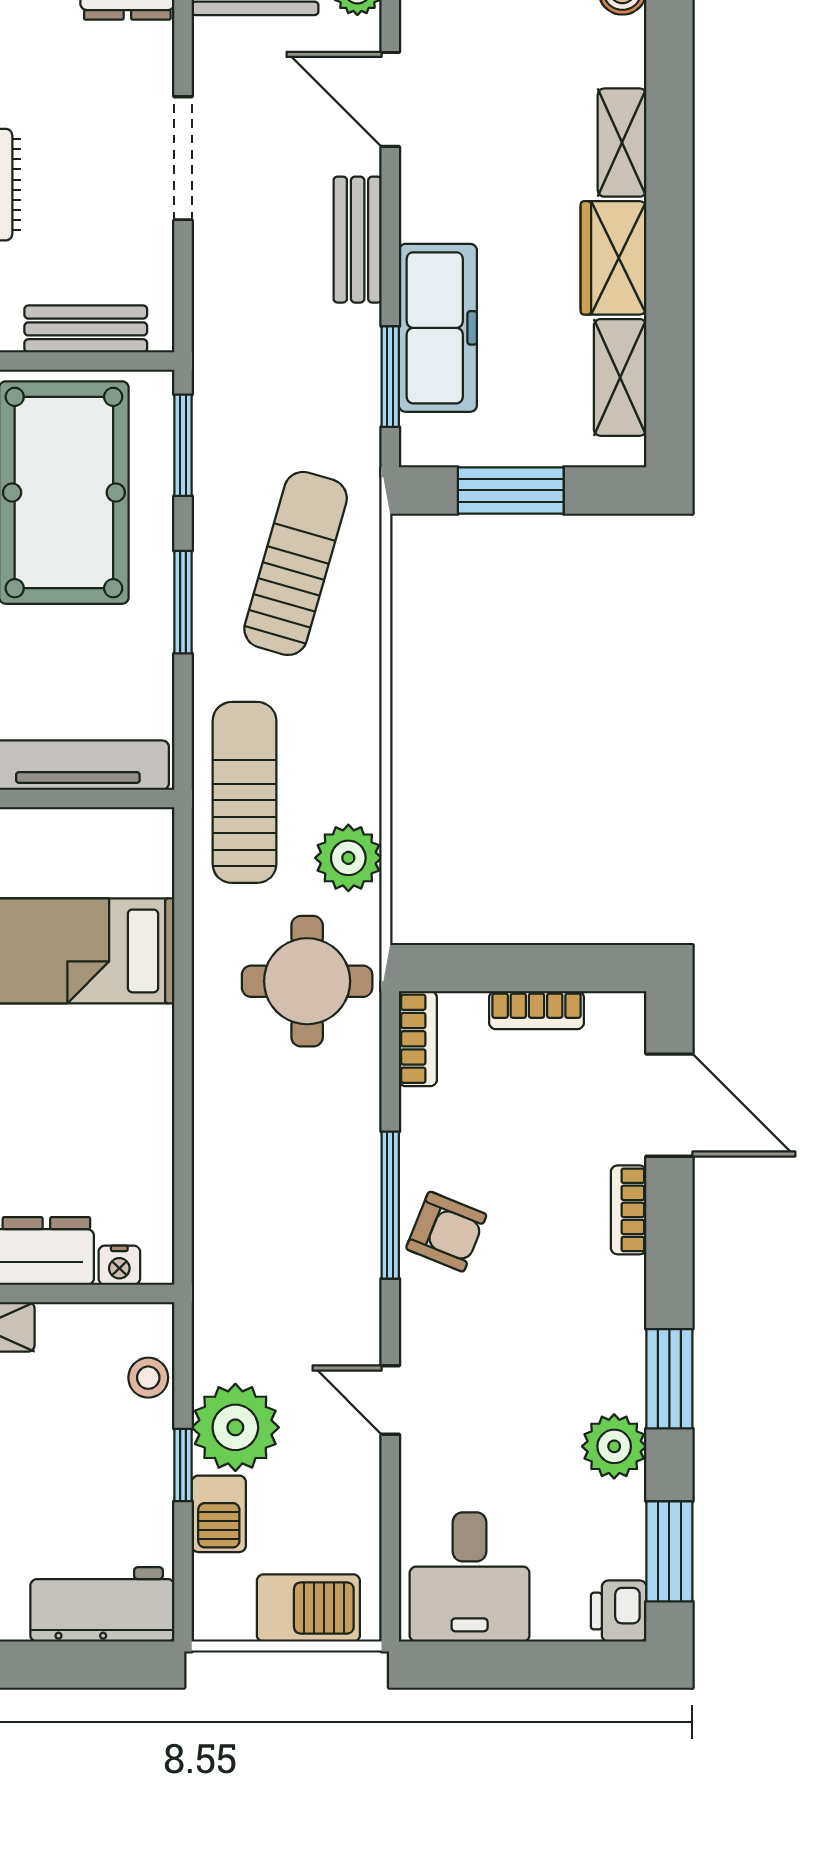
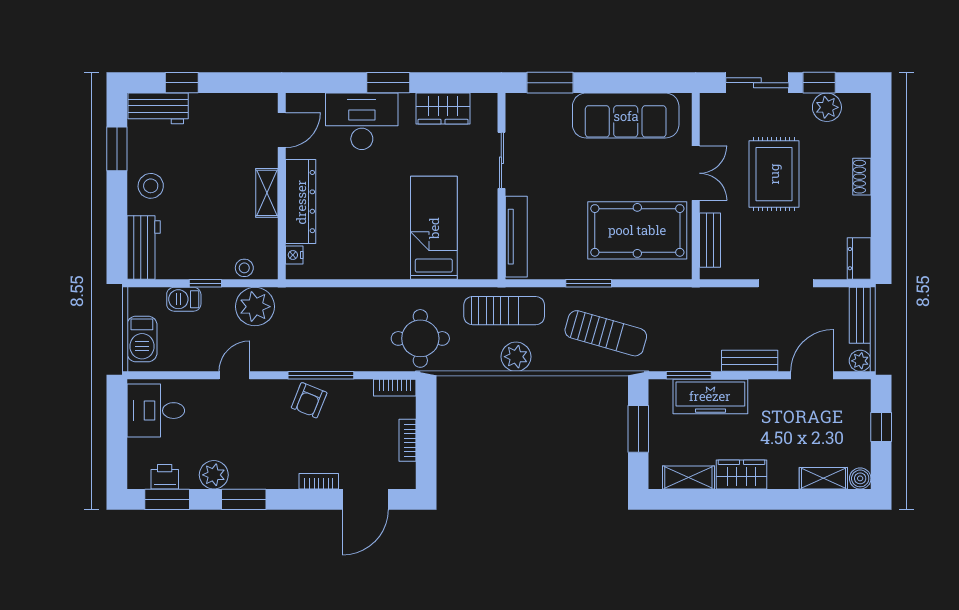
shelving: (622, 143) -> (823, 478), moved
window: (183, 445) -> (658, 283), removed
plant: (348, 858) -> (516, 357), moved
plant: (235, 1427) -> (255, 307), moved
printer: (619, 1611) -> (165, 477), moved

